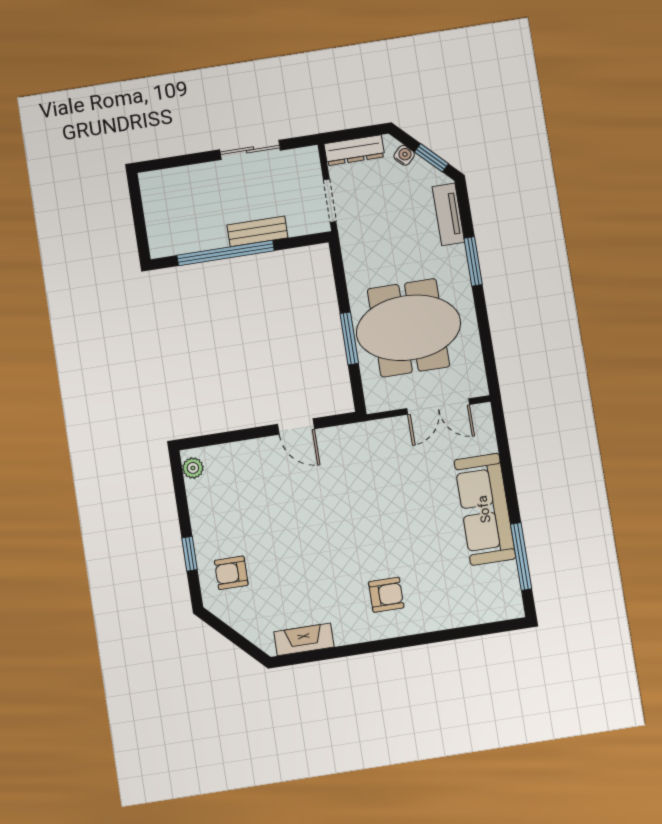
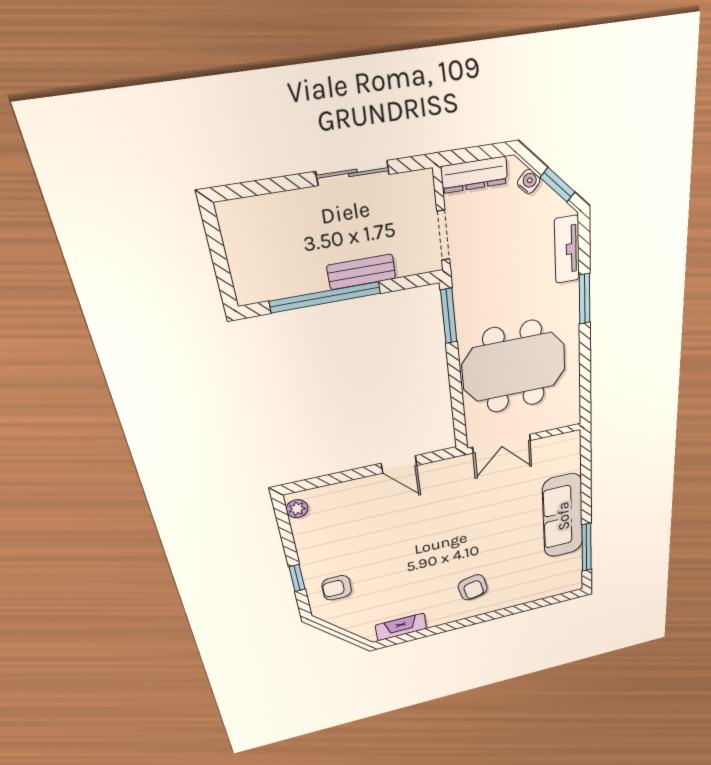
window: (349, 338) -> (449, 316), moved
double door: (438, 407) -> (502, 444), moved
armchair: (386, 595) -> (473, 587), turned 78

